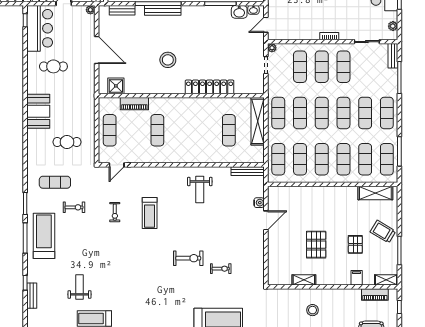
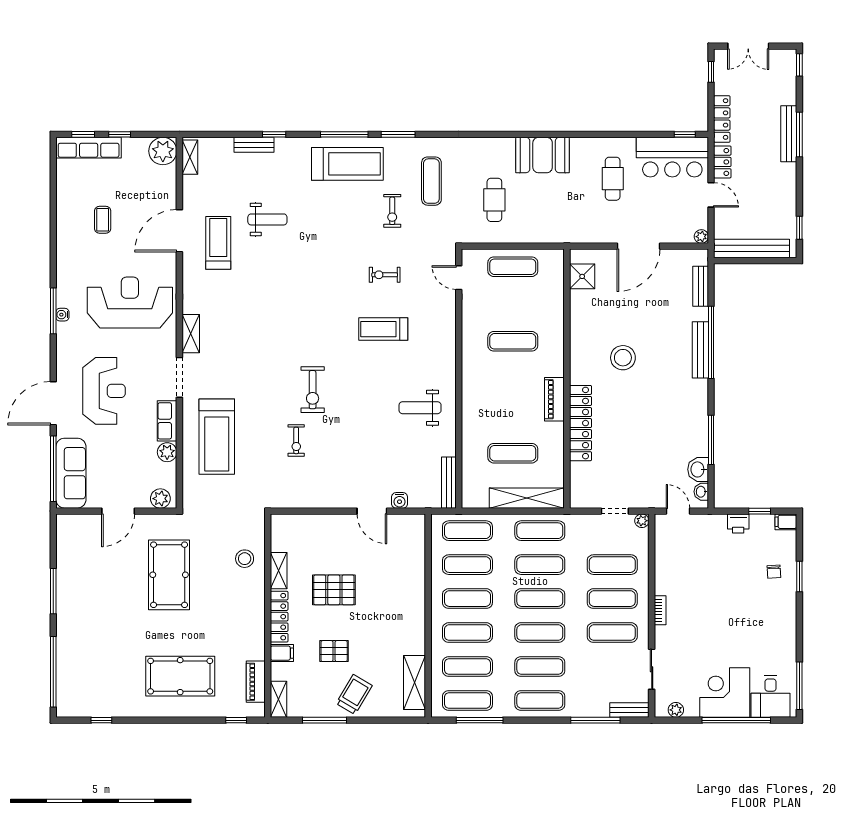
piano: (134, 104) -> (554, 399), moved
locker: (333, 280) -> (279, 617), added
stool: (313, 310) -> (245, 559), moved

